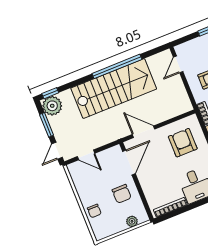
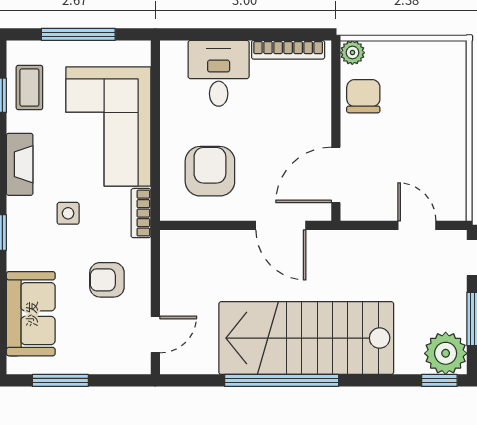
armchair: (183, 143) -> (210, 171), turned 180
chair: (122, 194) -> (363, 96), moved
chair: (94, 211) -> (446, 105), removed
plant: (132, 221) -> (352, 53), moved

